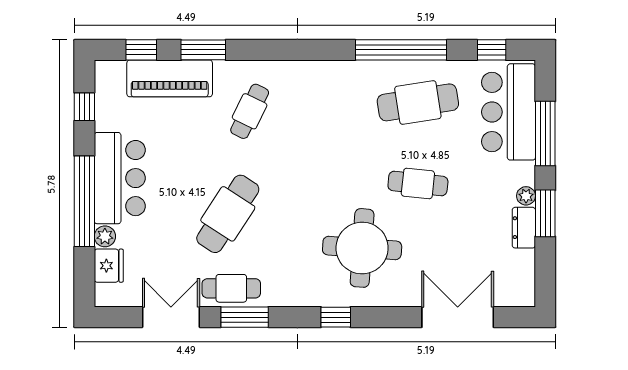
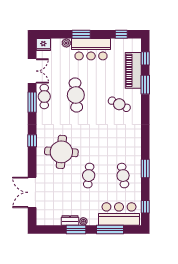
window: (401, 50) -> (145, 168), width x0.47
cafe table: (418, 102) -> (123, 176), width x0.73, depth x0.74
window: (84, 201) -> (81, 34), width x0.47
cafe table: (228, 214) -> (76, 95), turned 53
fridge: (109, 266) -> (43, 45), moved
double door: (458, 317) -> (32, 192), swing flipped

